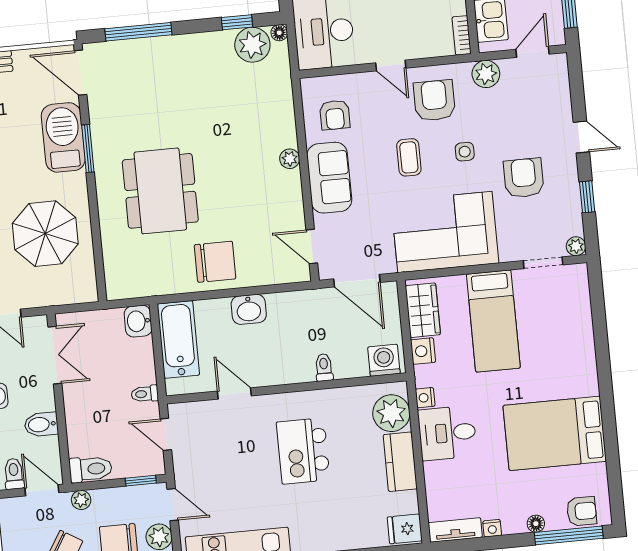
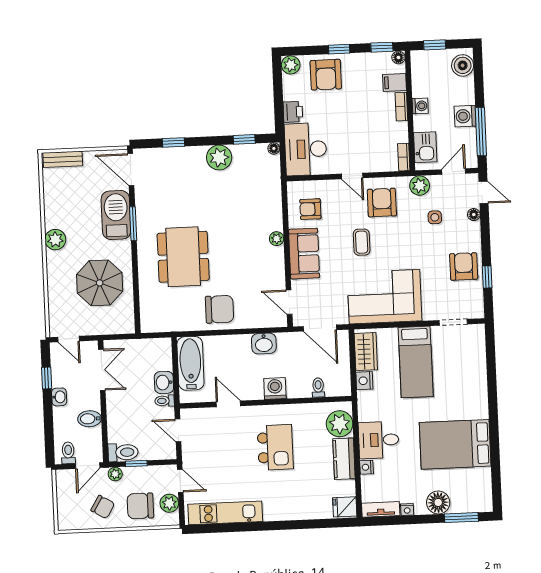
window: (138, 32) -> (173, 142), width x0.46
plant: (252, 45) -> (219, 158), moved
floor lamp: (564, 111) -> (474, 215), added
armchair: (335, 115) -> (310, 209), turned 90
door: (581, 137) -> (483, 192), moved
side table: (465, 152) -> (435, 217), moved
armchair: (524, 178) -> (464, 266), moved
plant: (576, 246) -> (477, 312), removed
washbasin: (249, 309) -> (264, 344), moved
washbasin: (138, 321) -> (164, 382), moved
washing machine: (384, 360) -> (275, 388), moved
toilet: (324, 367) -> (318, 388), moved
nightstand: (425, 398) -> (366, 467), moved
kitchen island: (303, 451) -> (275, 447), turned 180
window: (141, 481) -> (136, 464), moved
door: (42, 490) -> (88, 466), swing flipped
armchair: (582, 511) -> (471, 501), removed
floor lamp: (536, 524) -> (438, 502), width x1.89, depth x1.89
window: (569, 535) -> (461, 518), width x0.69

